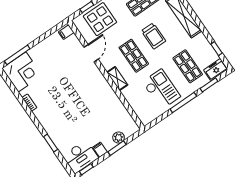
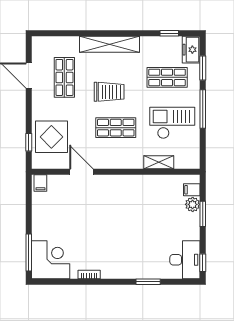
shelving: (117, 79) -> (159, 162), moved
filing cabinet: (100, 150) -> (192, 190), moved

